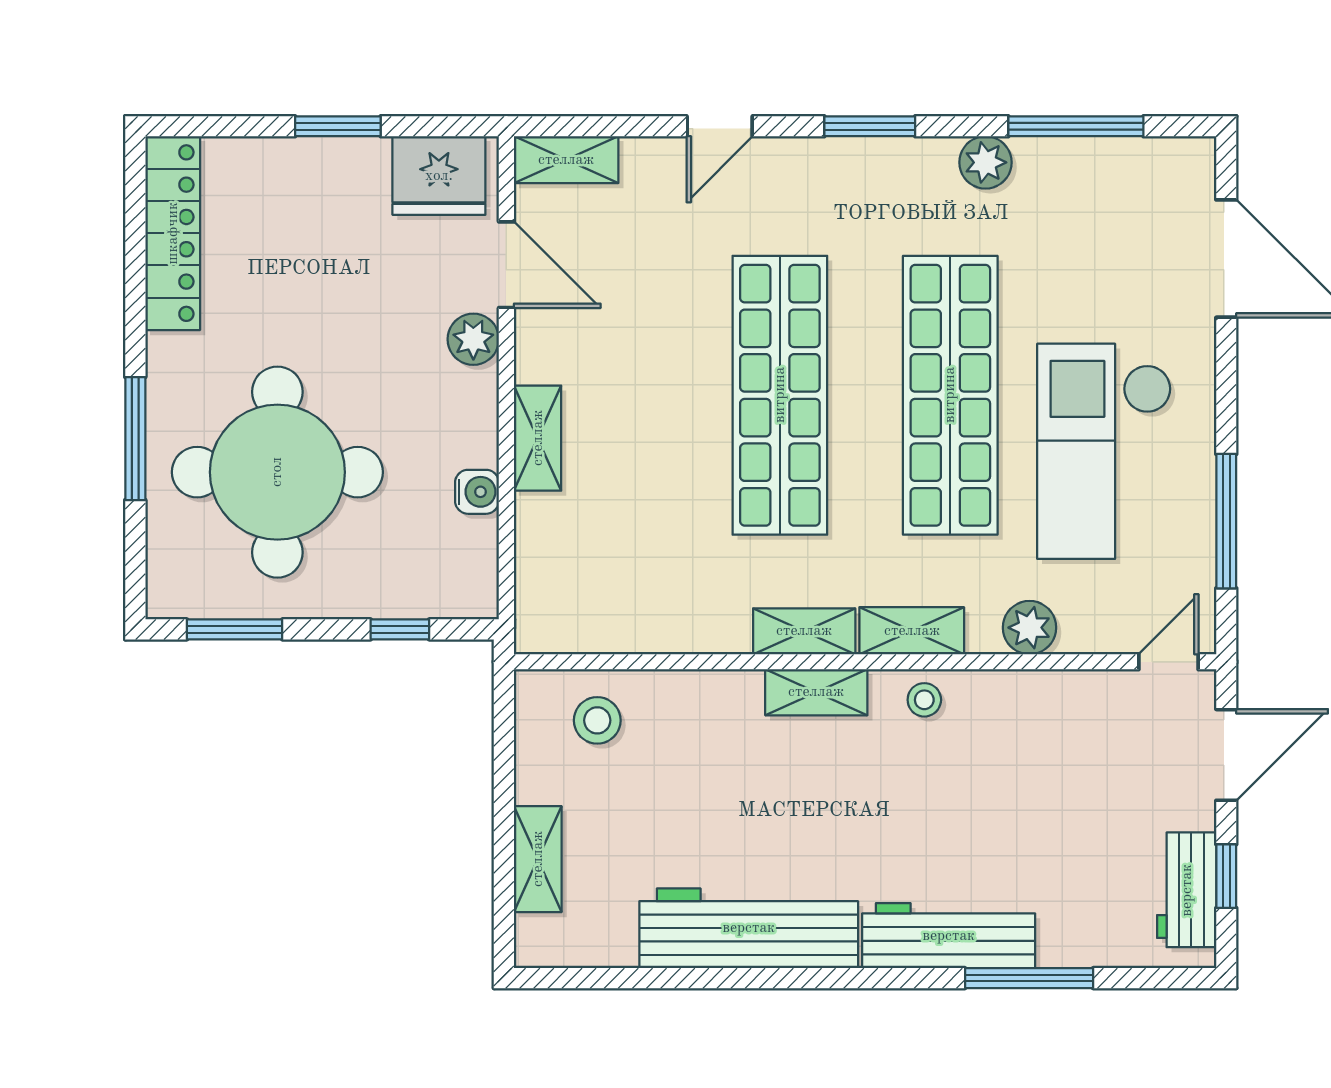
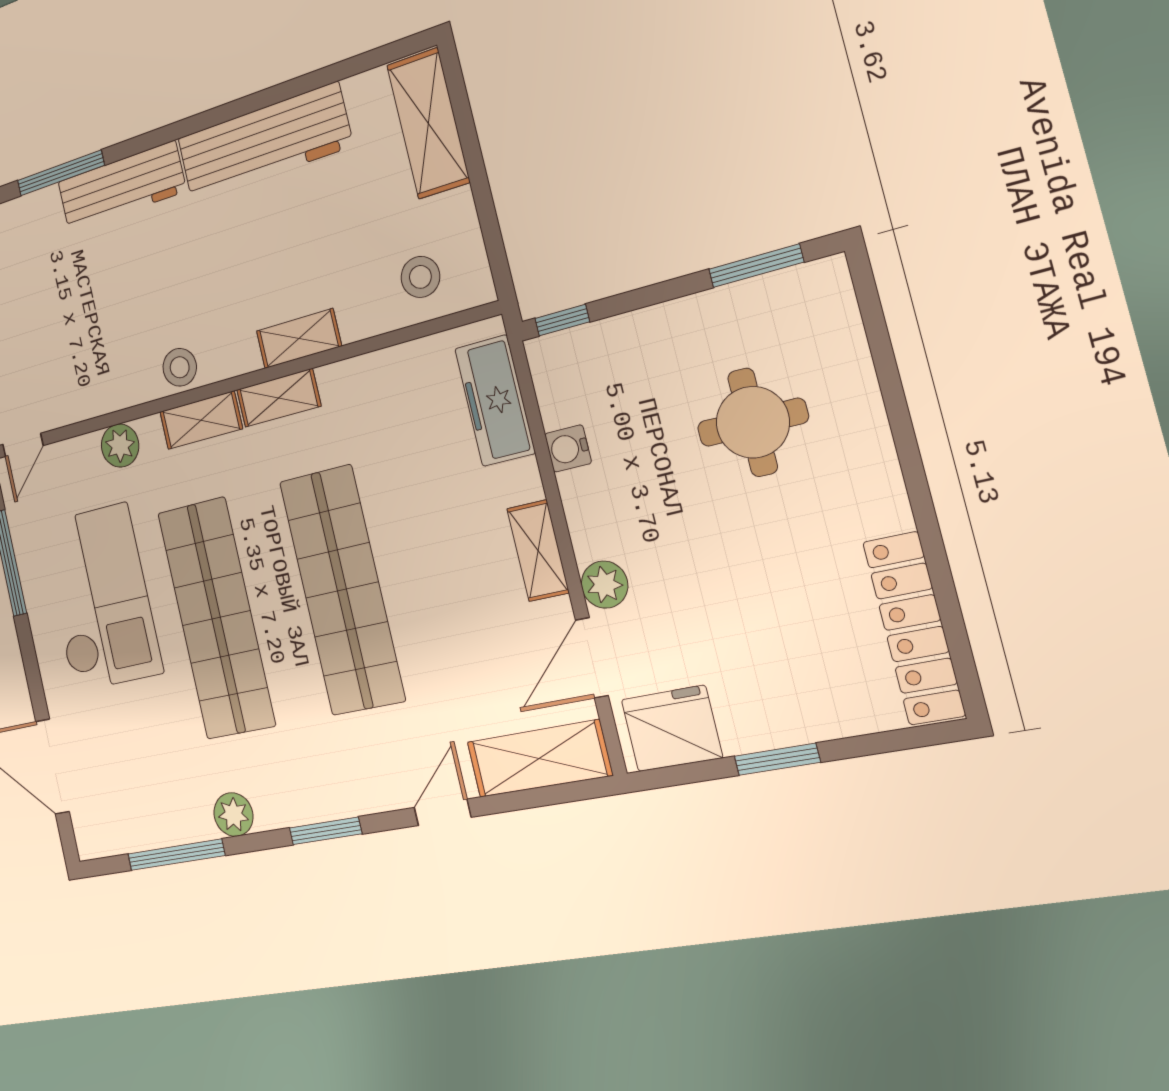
shelving: (566, 160) -> (539, 759), width x1.50, depth x1.33
door: (506, 265) -> (592, 658), hinge flipped
shelving: (538, 438) -> (538, 551), moved
window: (135, 439) -> (900, 421), removed
round table: (277, 472) -> (753, 422), width x0.54, depth x0.54
freezer: (546, 563) -> (495, 401), added
window: (400, 629) -> (562, 320), moved
shelving: (816, 692) -> (299, 339), moved
stool: (924, 700) -> (180, 367), width x1.37, depth x1.37
shelving: (538, 859) -> (428, 123), width x1.50, depth x1.33

